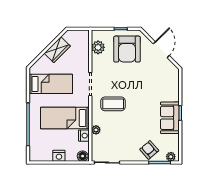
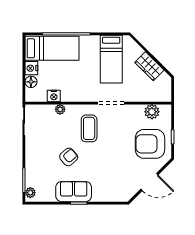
bed: (65, 118) -> (52, 48), moved, turned 90
armchair: (149, 150) -> (69, 157), moved
floor lamp: (83, 156) -> (31, 82), moved

